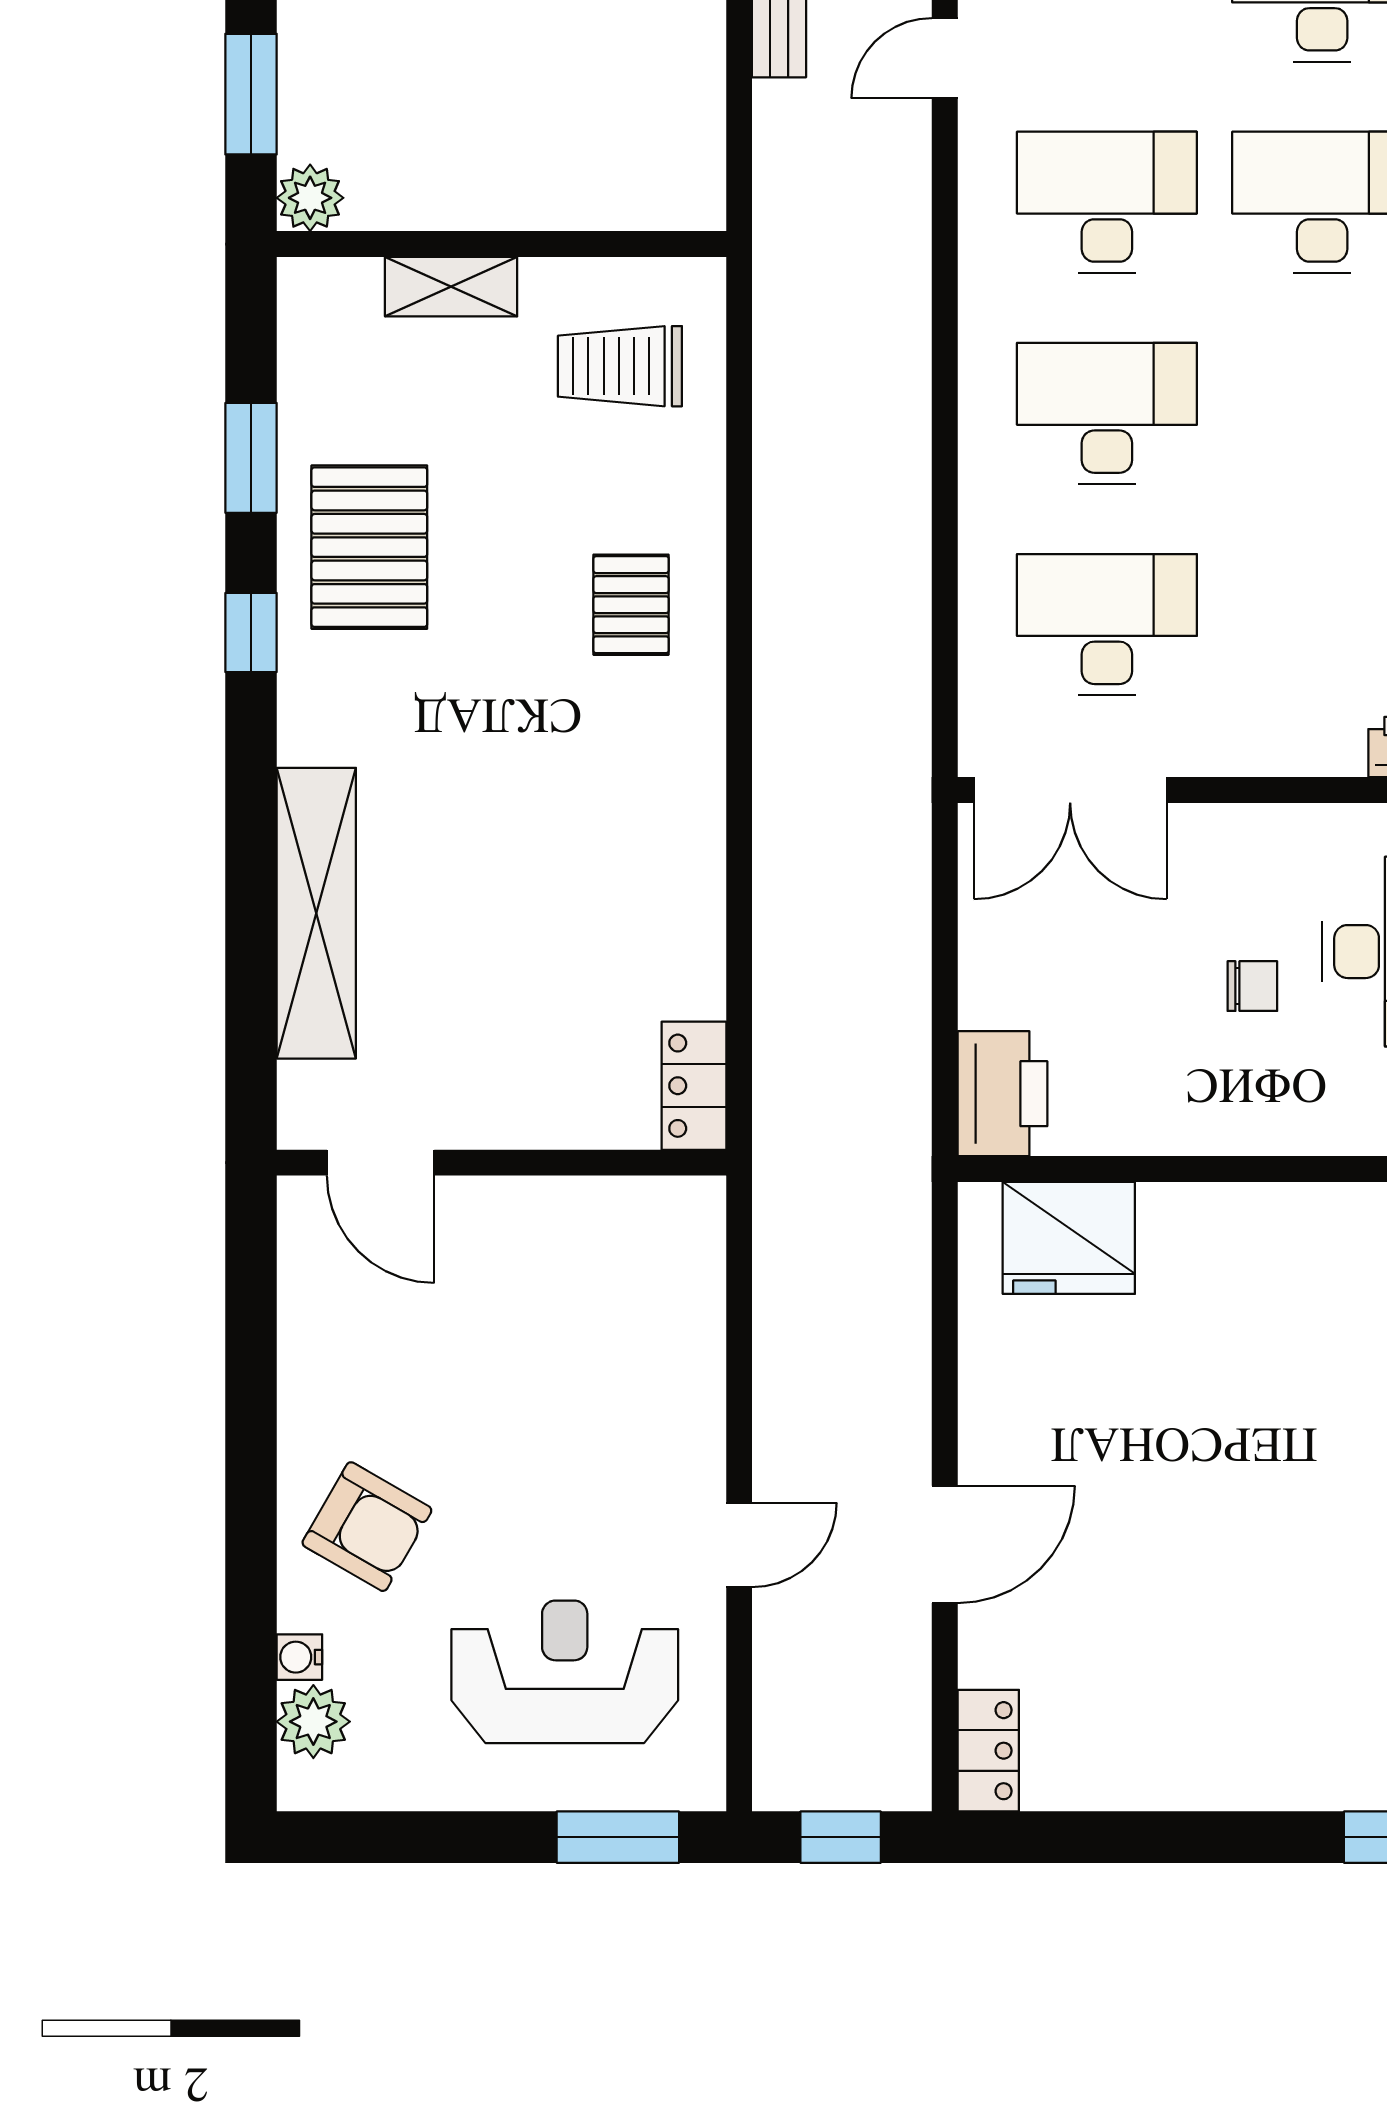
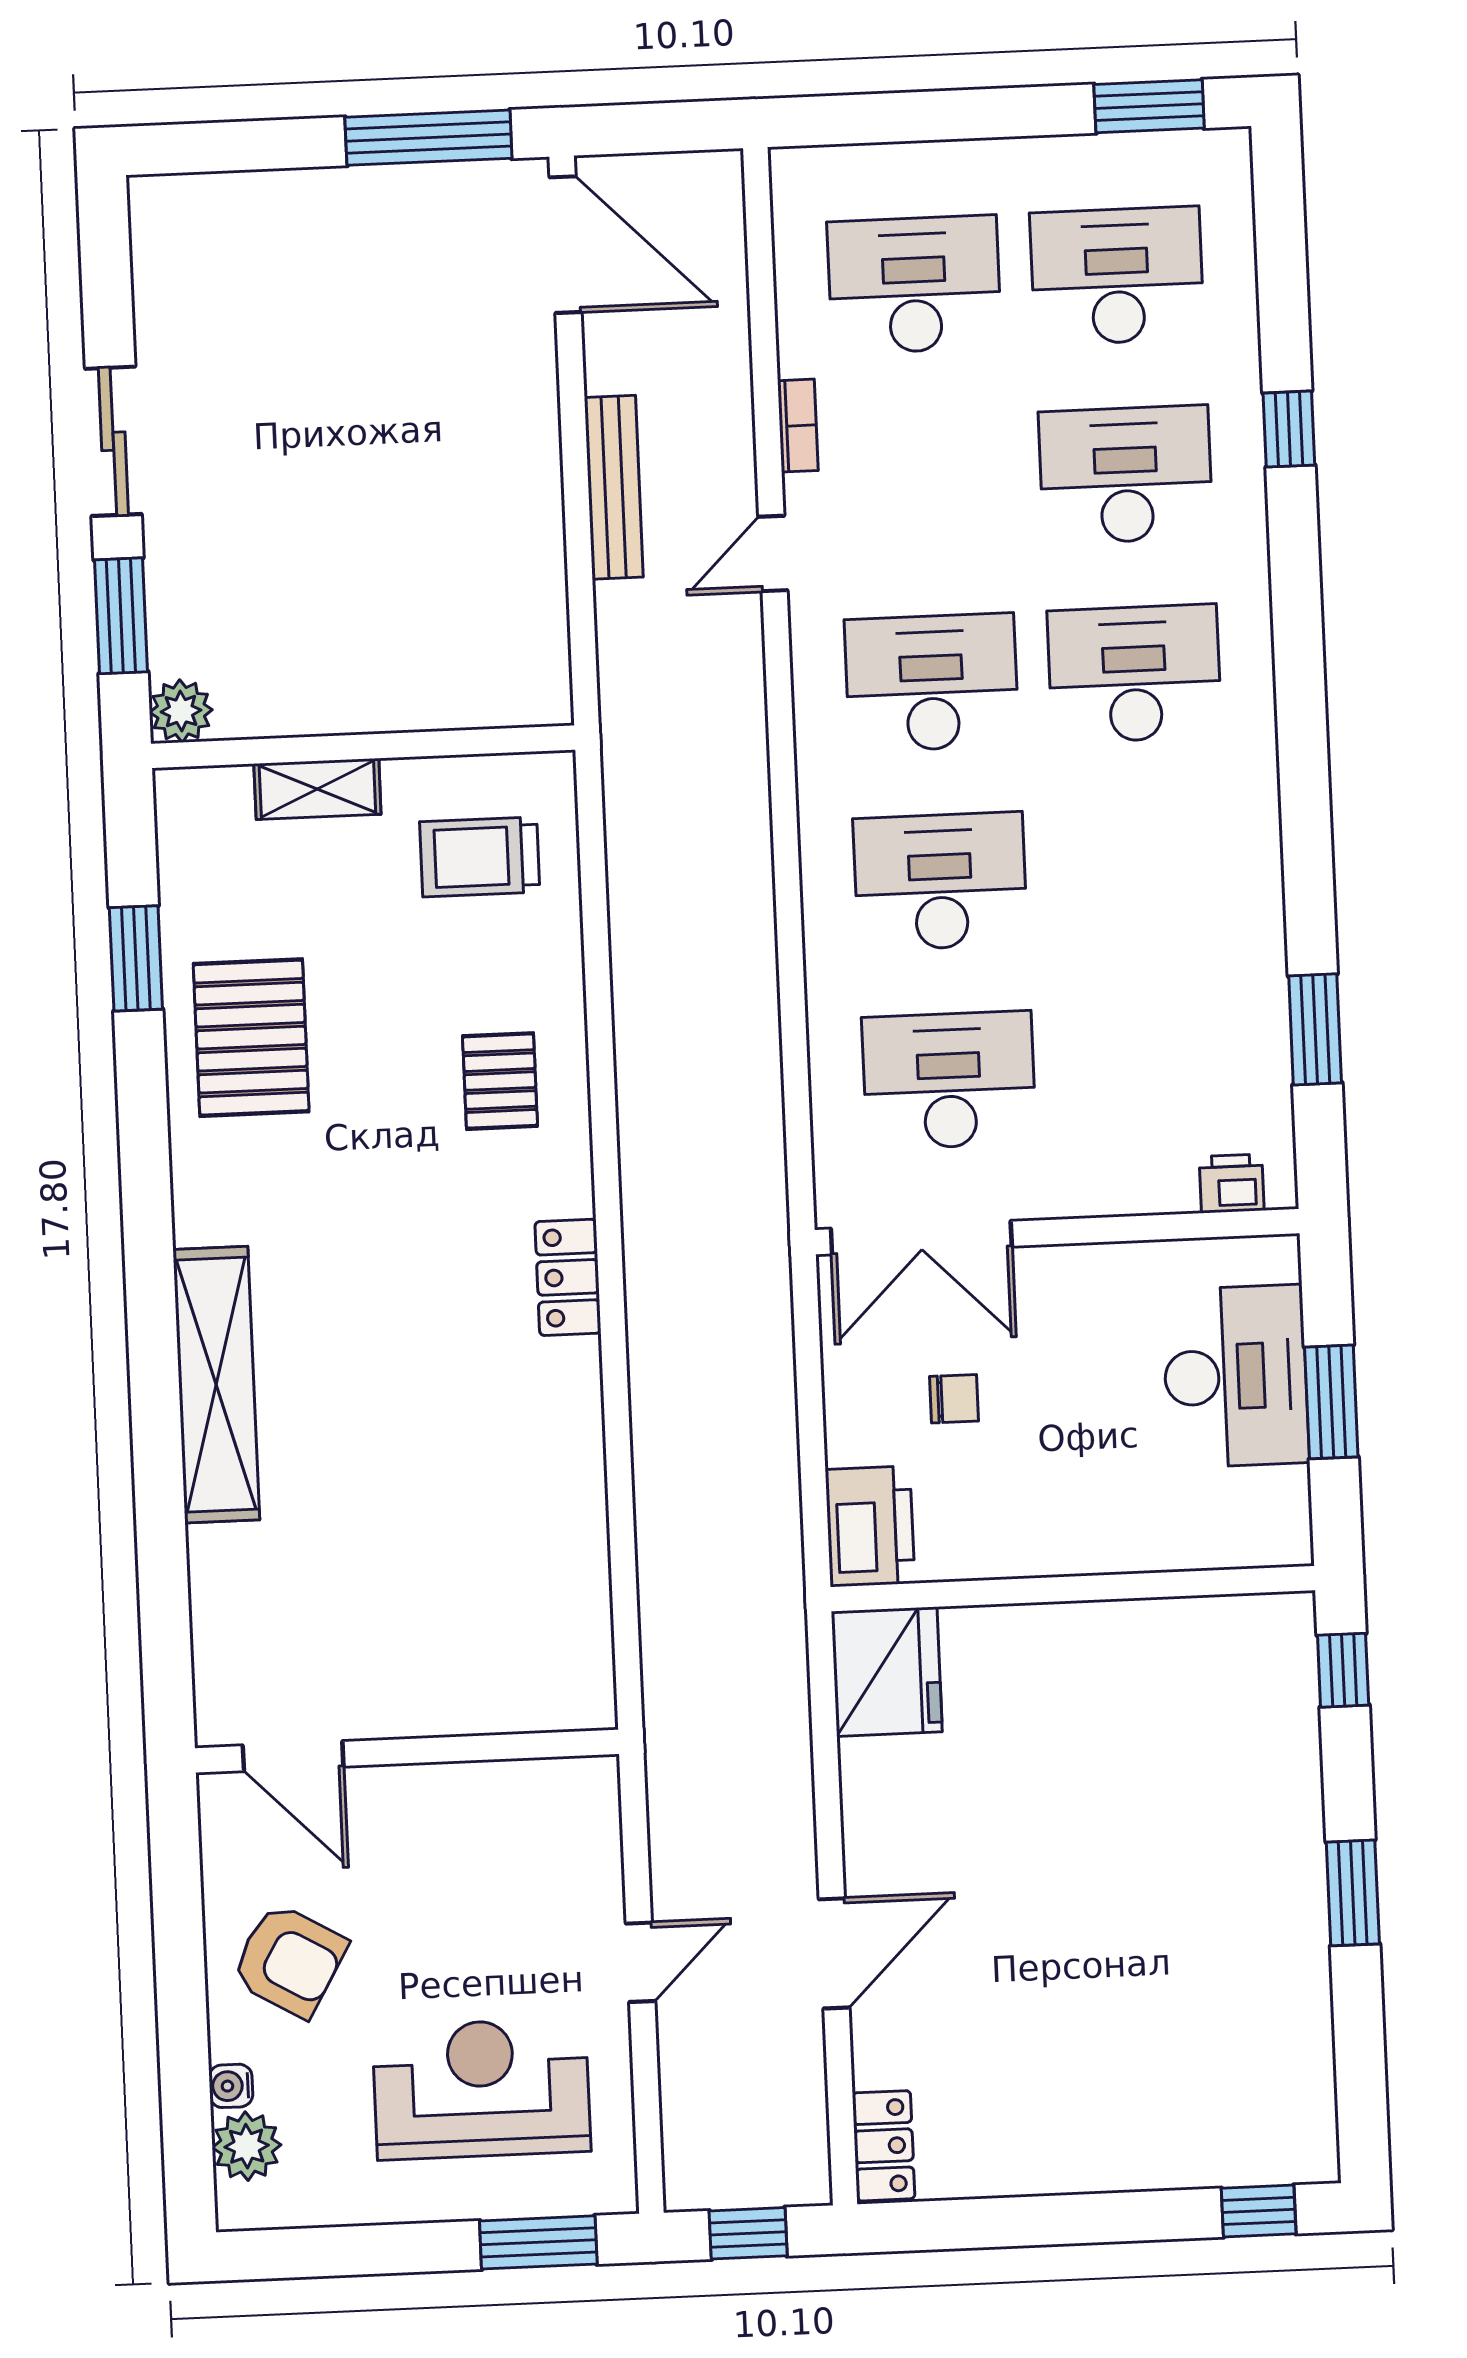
window: (251, 632) -> (143, 1123), removed
chair: (1252, 986) -> (954, 1399), moved
locker: (694, 1086) -> (568, 1277), moved
door: (381, 1163) -> (293, 1756), moved
wall: (501, 1163) -> (407, 1751), moved
fridge: (1069, 1238) -> (887, 1672), moved, turned -90

